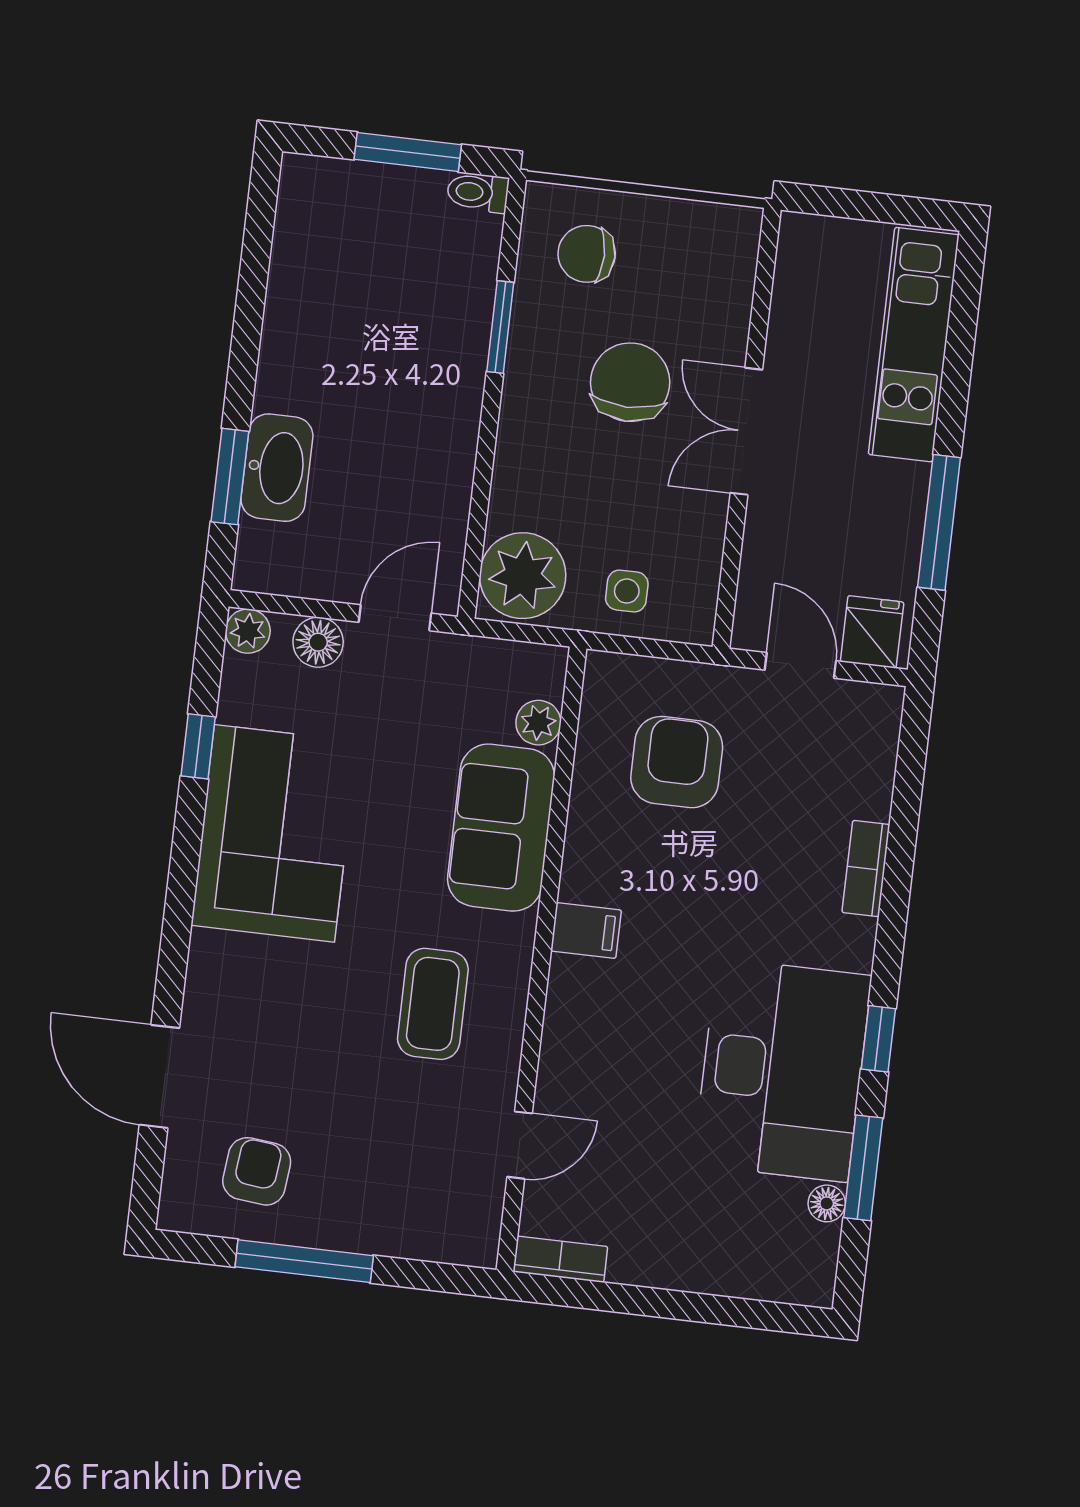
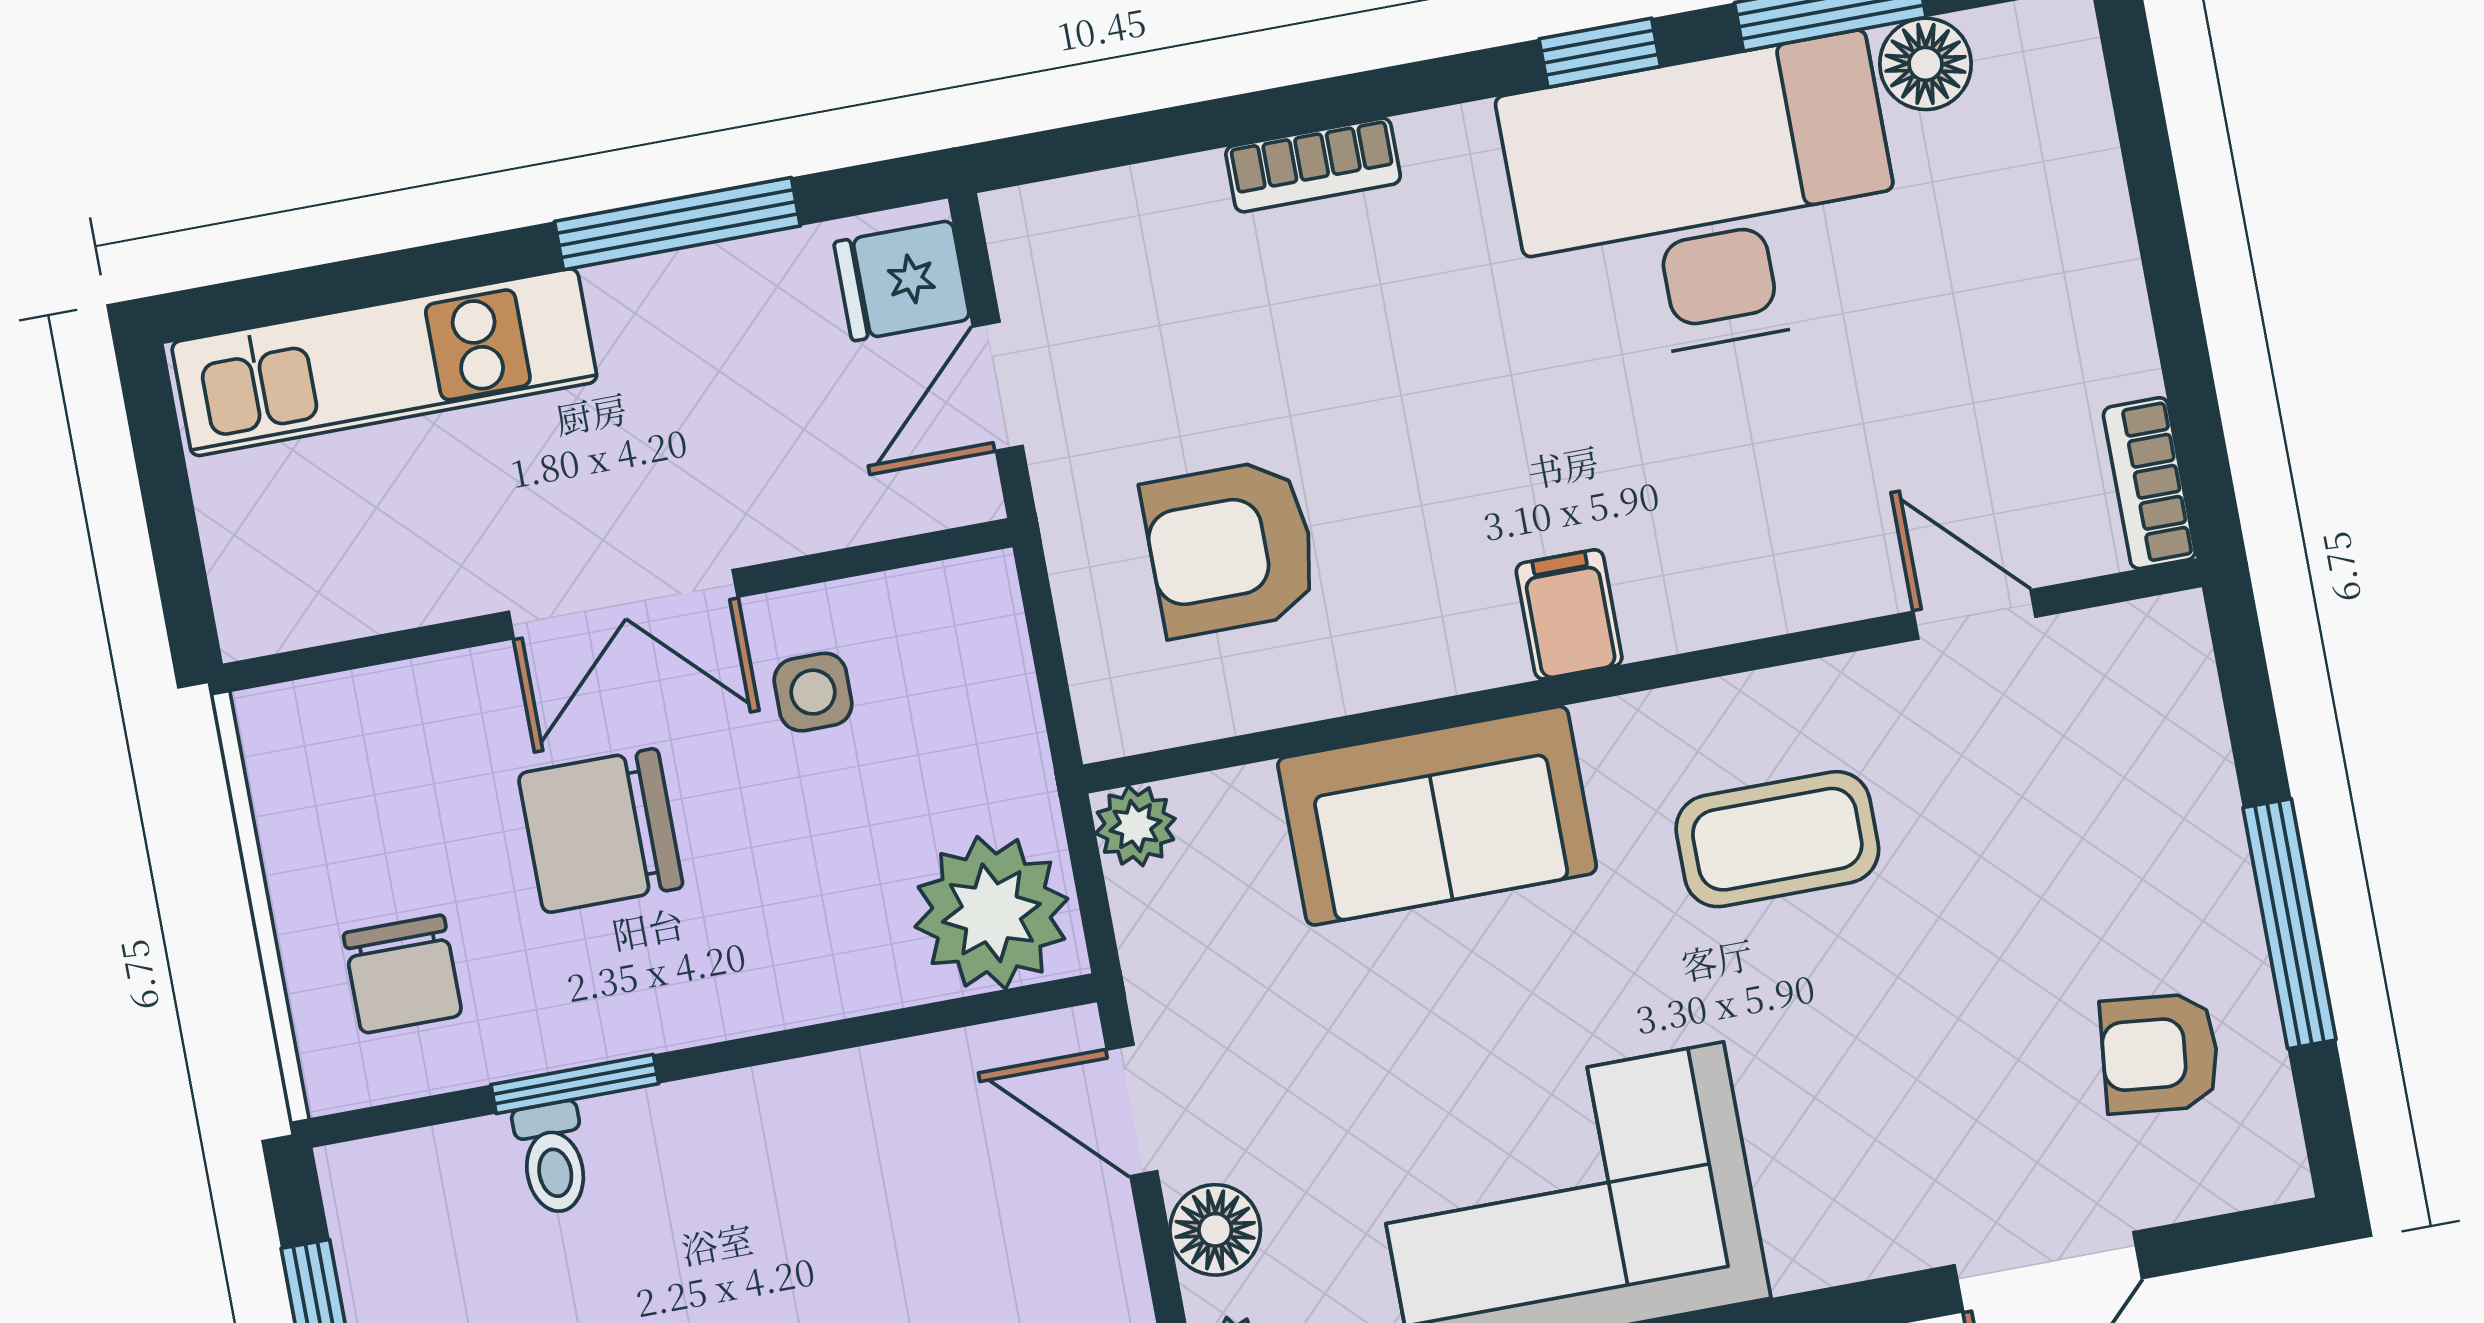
toilet: (478, 192) -> (553, 1158), moved
side table: (627, 591) -> (813, 692), moved
plant: (538, 723) -> (1135, 826), moved
floor lamp: (827, 1203) -> (1925, 64), width x1.37, depth x1.37

